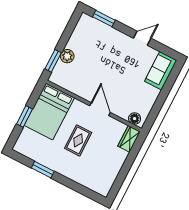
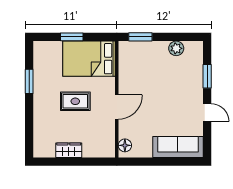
window: (104, 19) -> (207, 76), moved
plant: (67, 56) -> (176, 48), moved
sofa: (161, 71) -> (178, 147), width x1.36
wardrobe: (129, 139) -> (69, 150), moved

